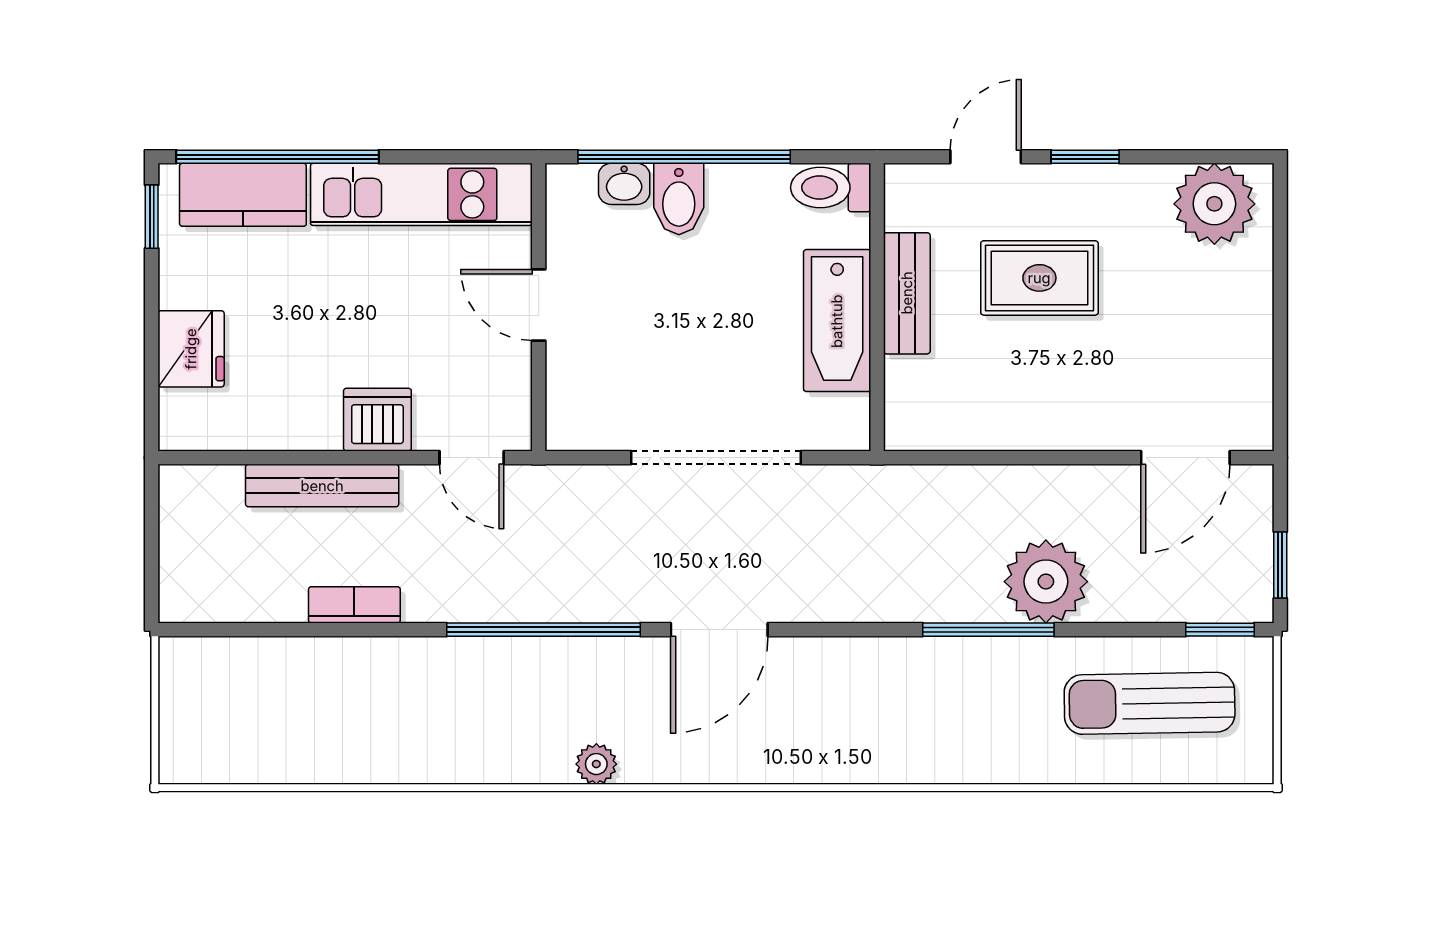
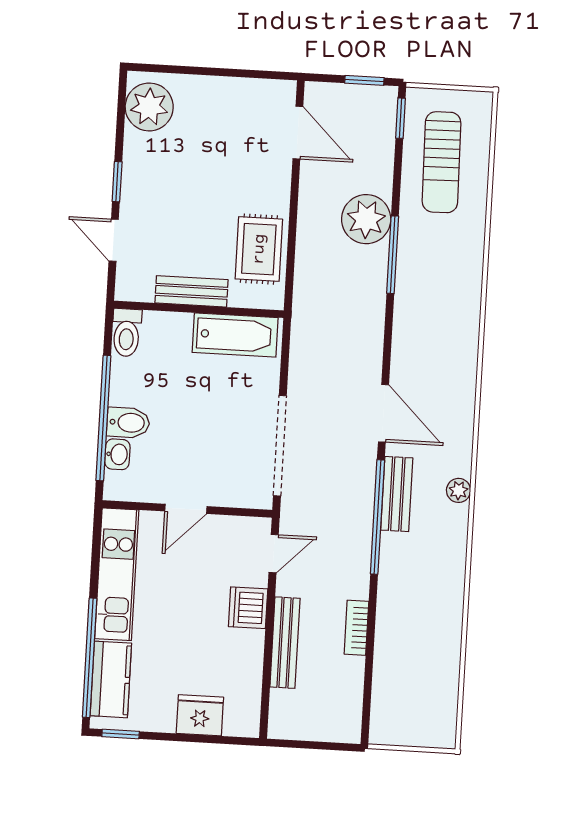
rug: (1039, 278) -> (259, 249), moved
bathtub: (837, 321) -> (235, 335), moved
doorway: (716, 458) -> (280, 446), moved
bench: (584, 660) -> (397, 494), added

